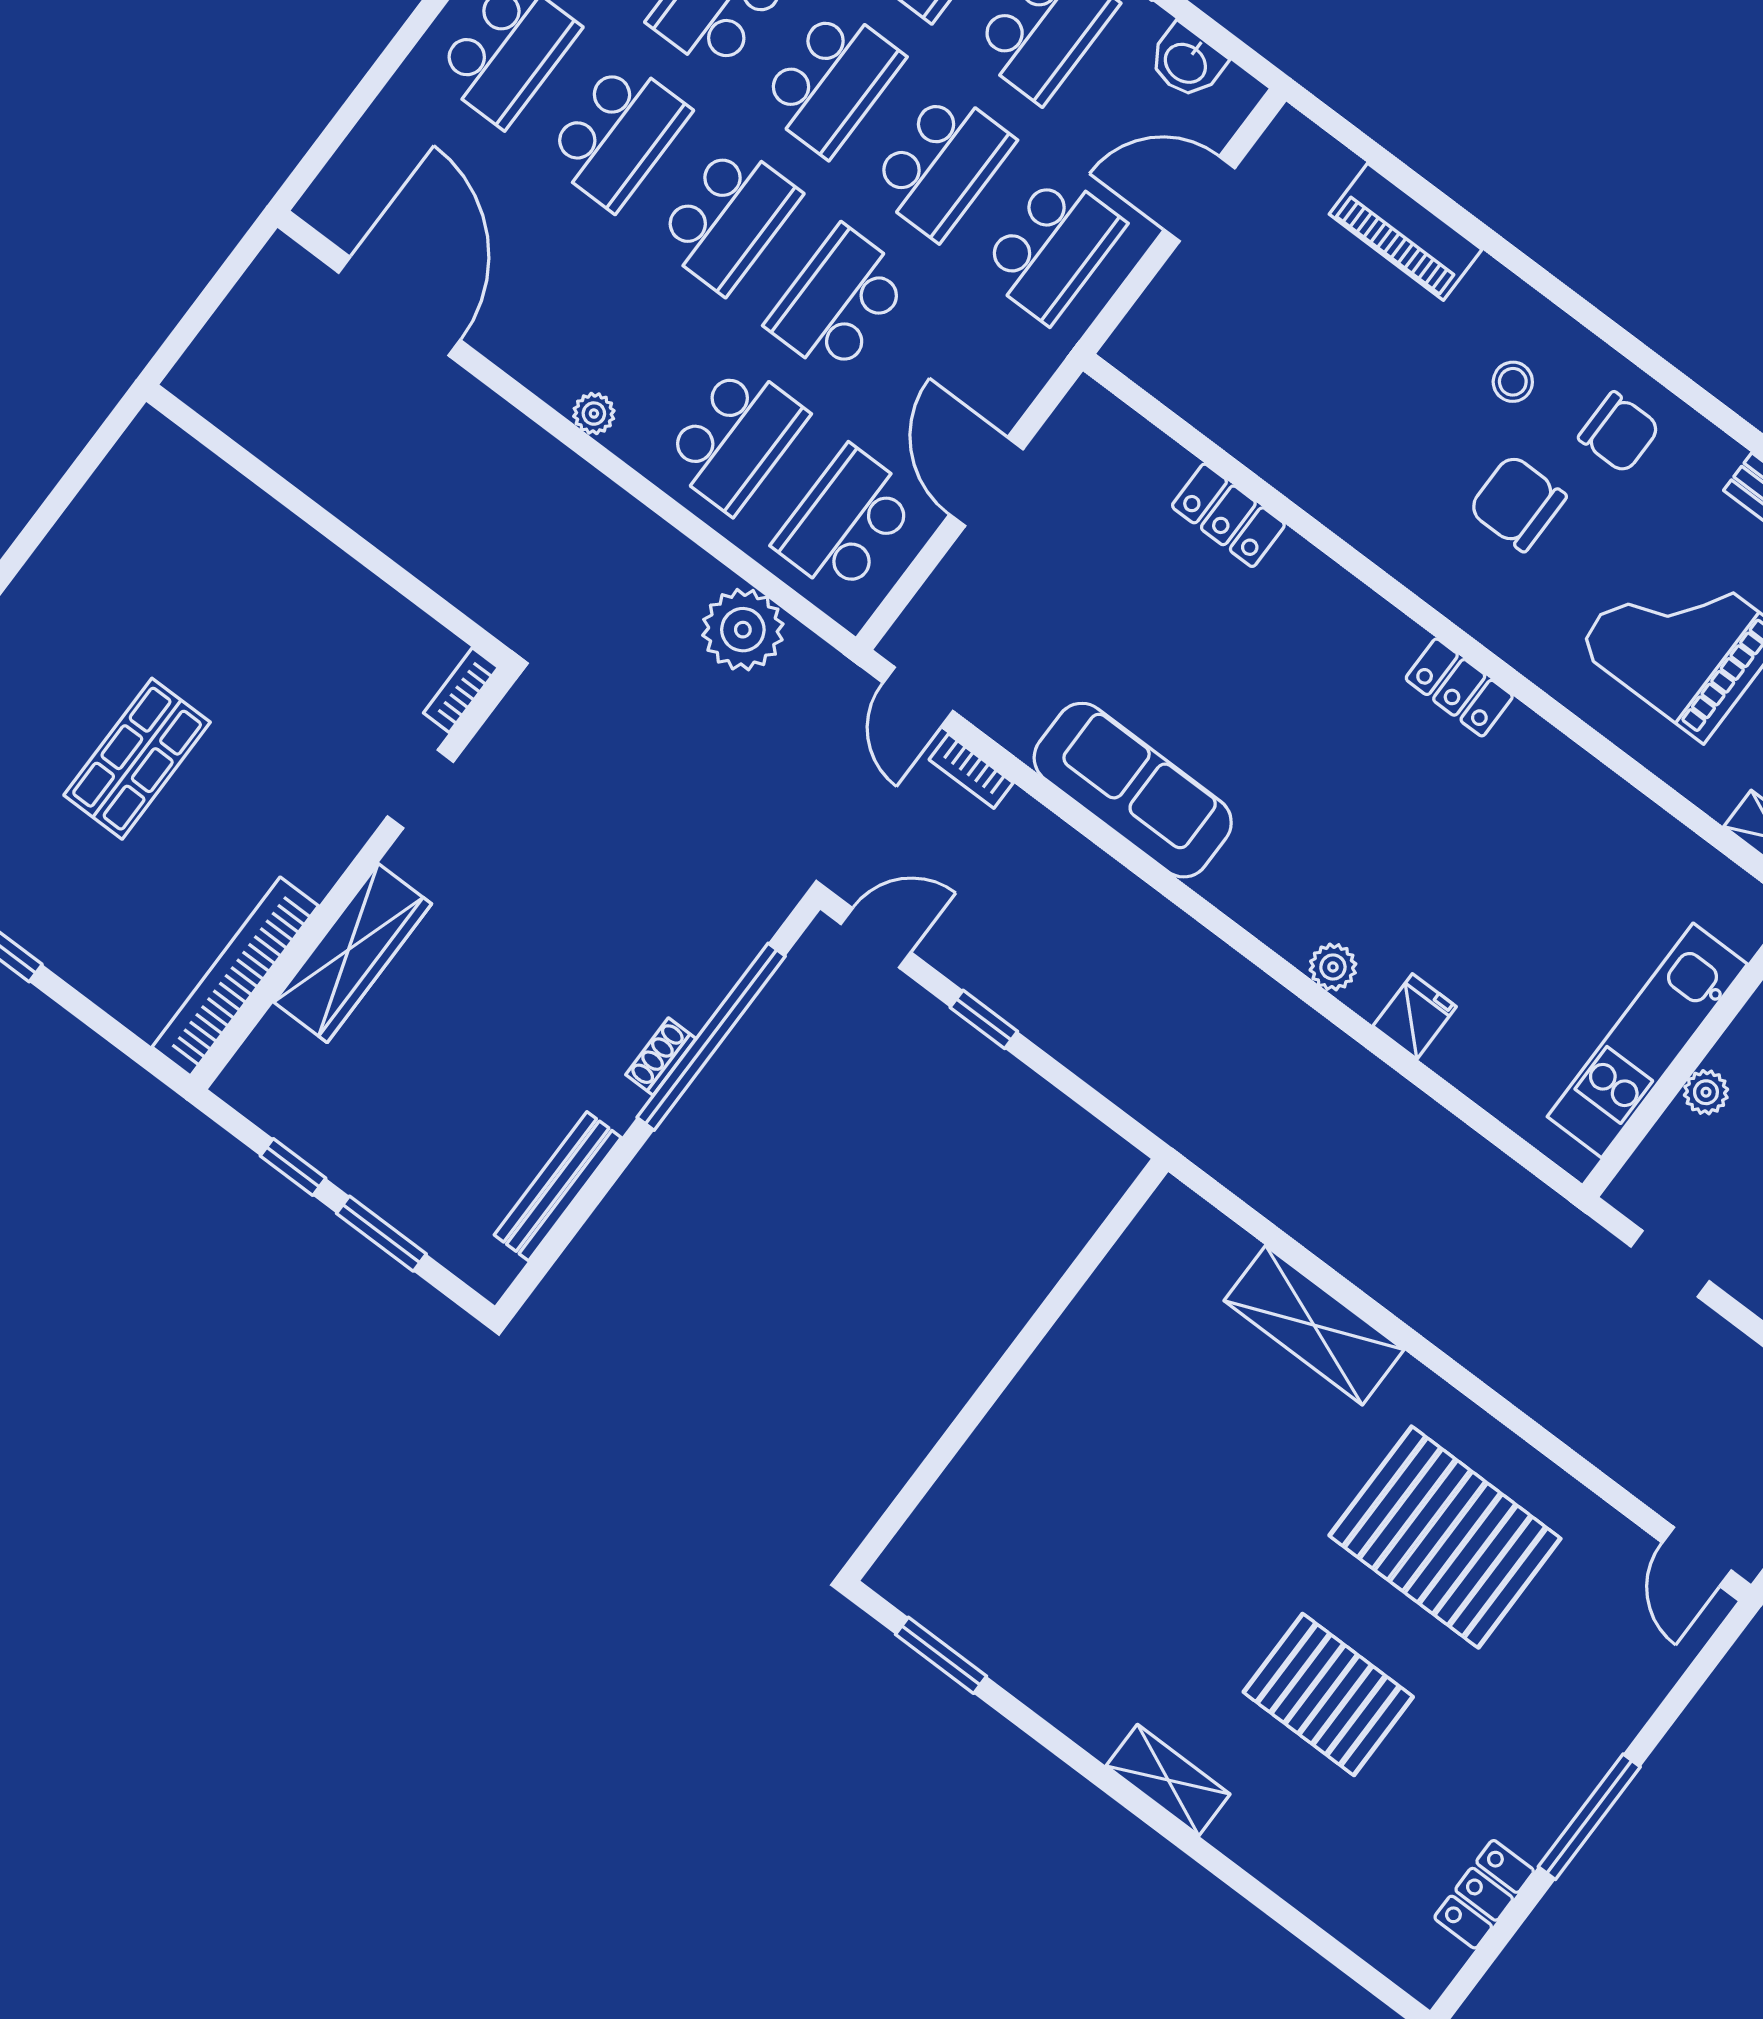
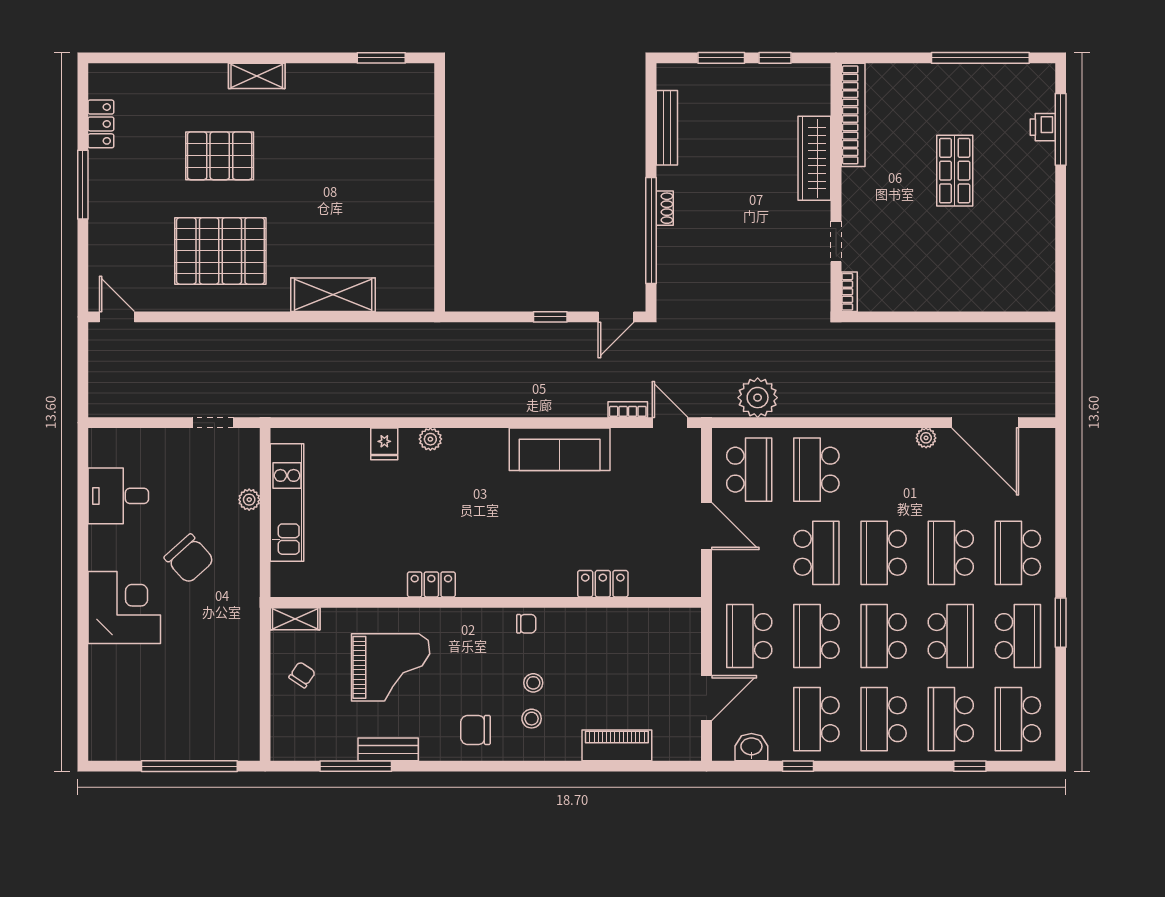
plant: (594, 414) -> (926, 438), moved
stool: (1466, 438) -> (533, 683), added
chair: (1517, 503) -> (526, 624), moved, width x0.54, depth x0.54
locker: (1459, 687) -> (431, 584), moved

